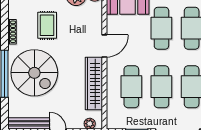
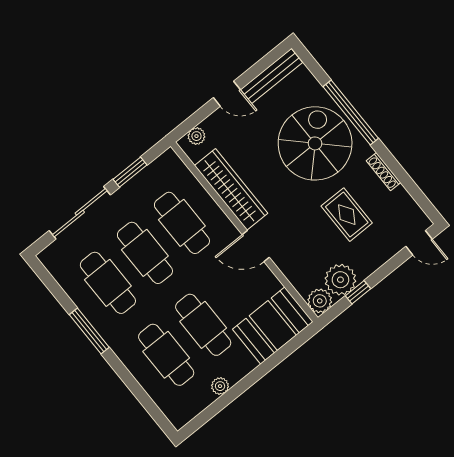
door: (104, 46) -> (256, 246), hinge flipped
spiral stairs: (34, 73) -> (315, 143), turned 90

